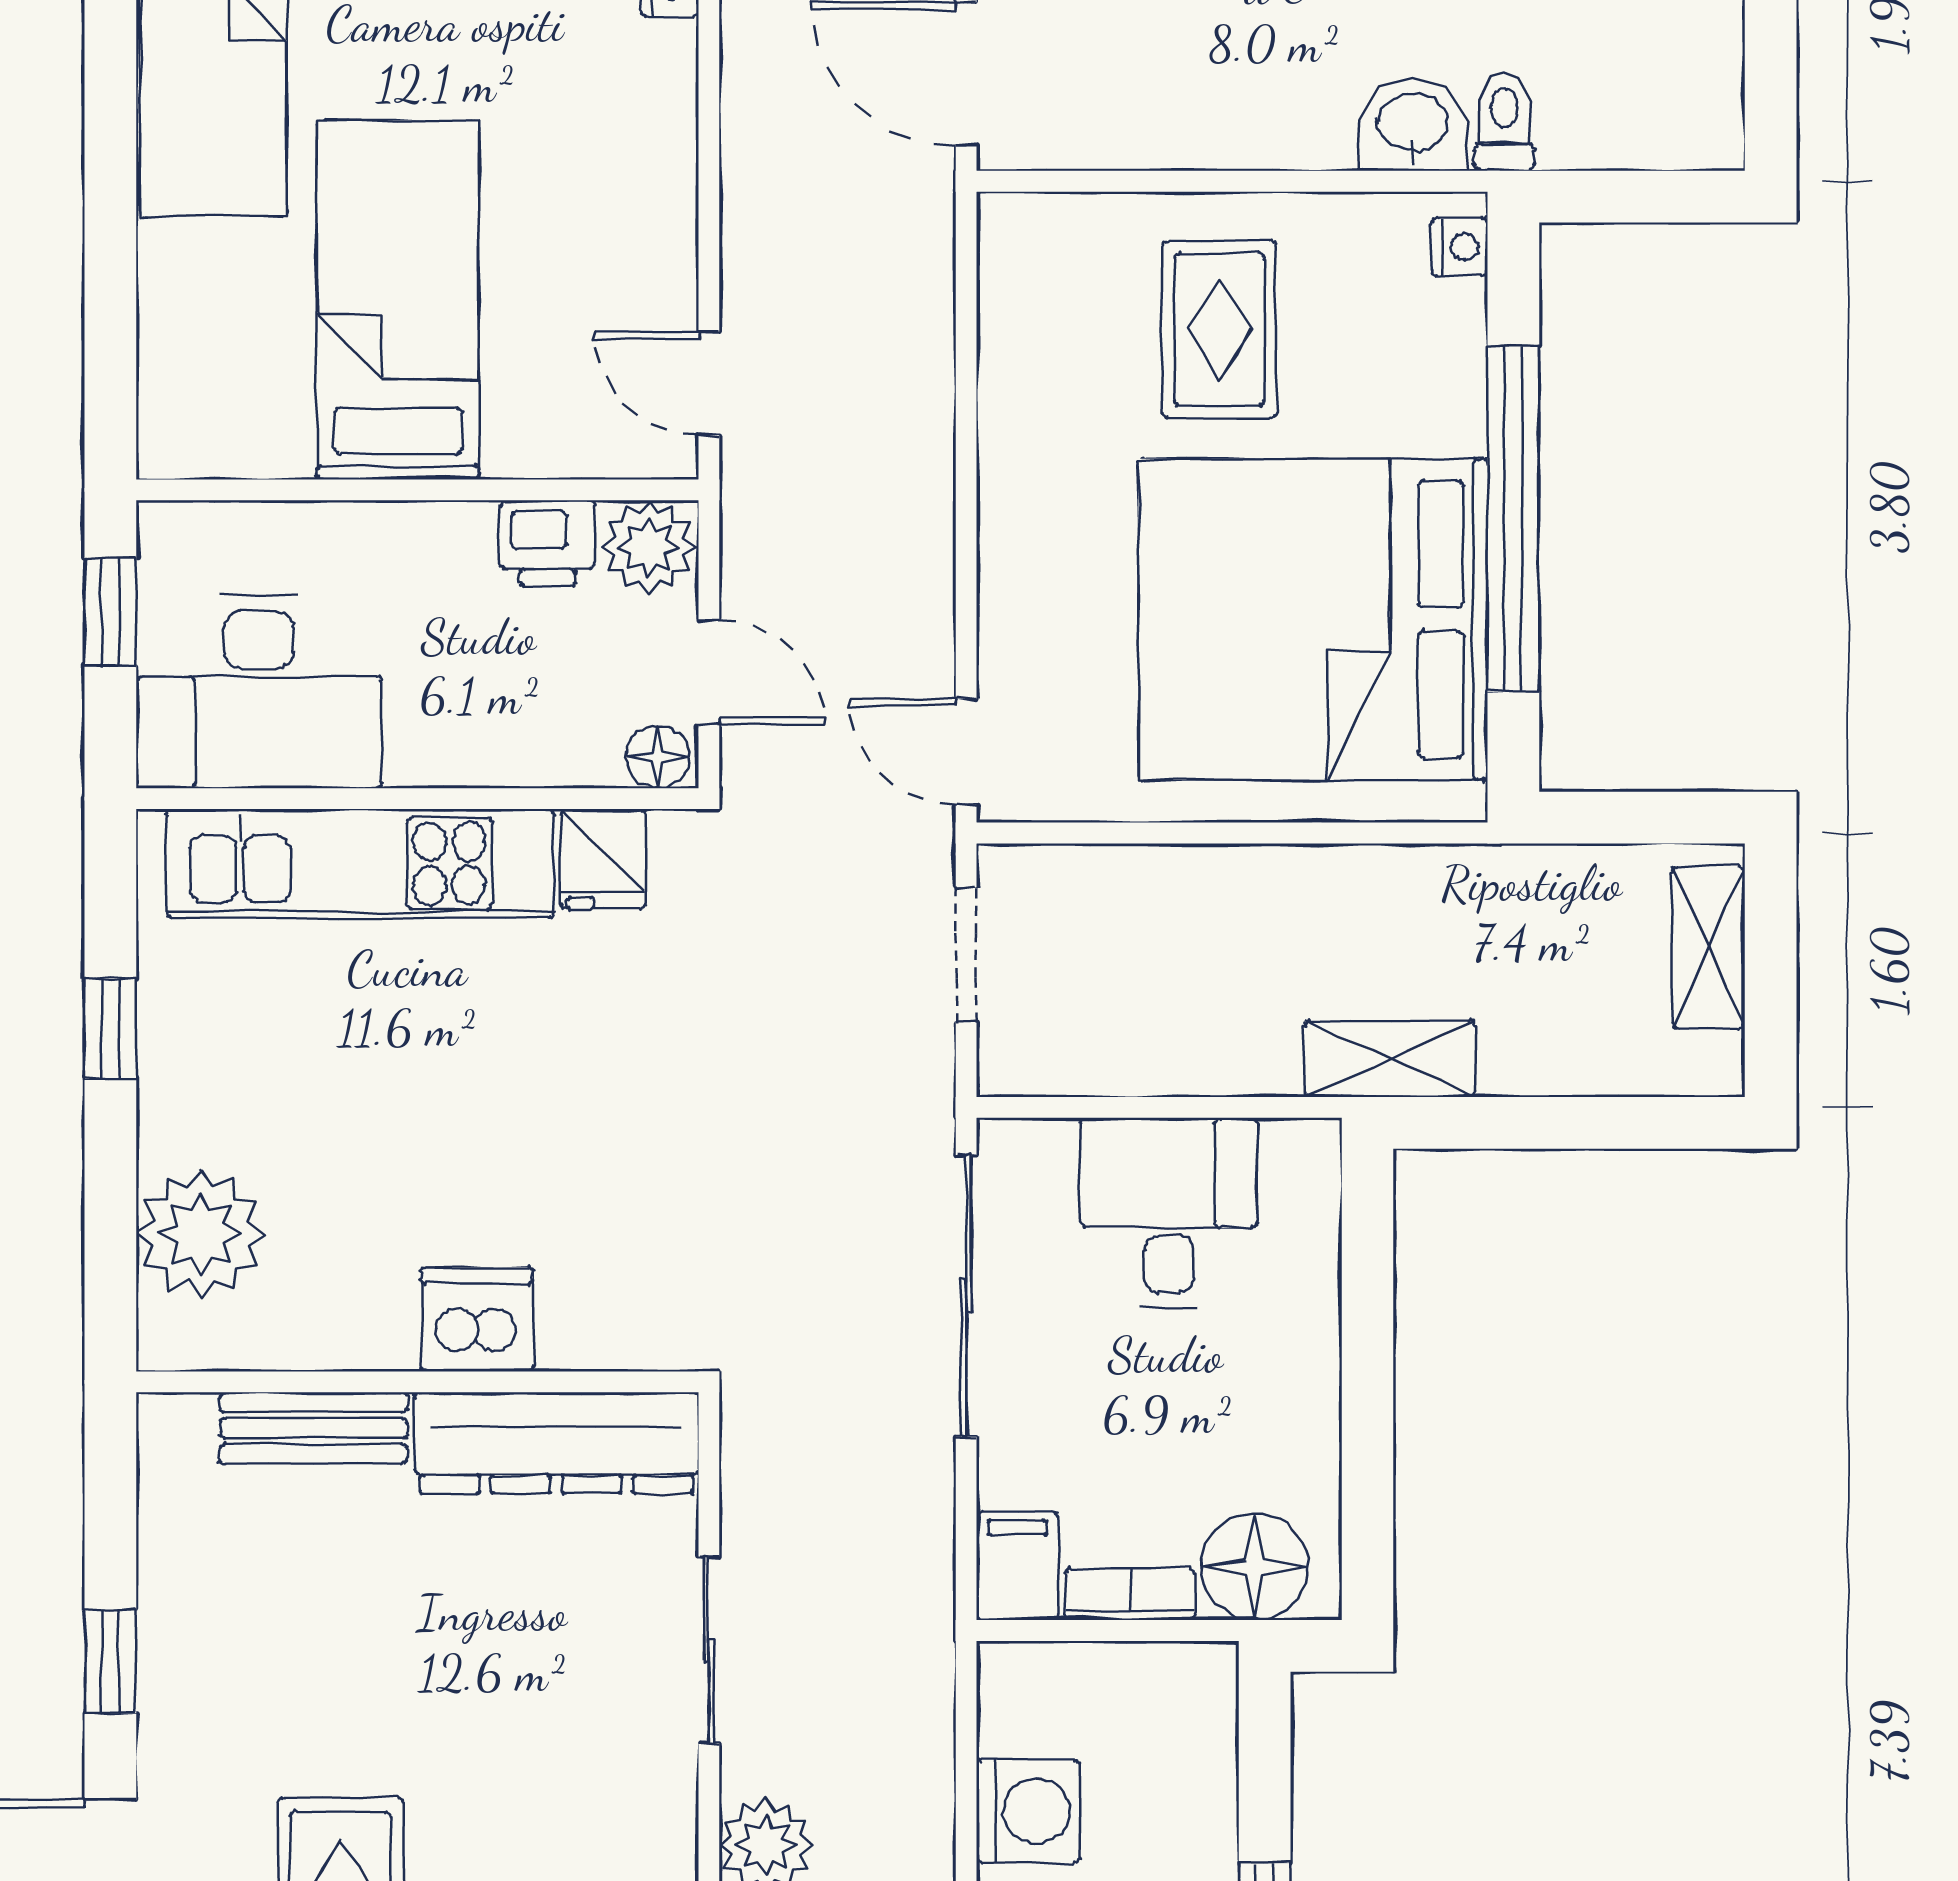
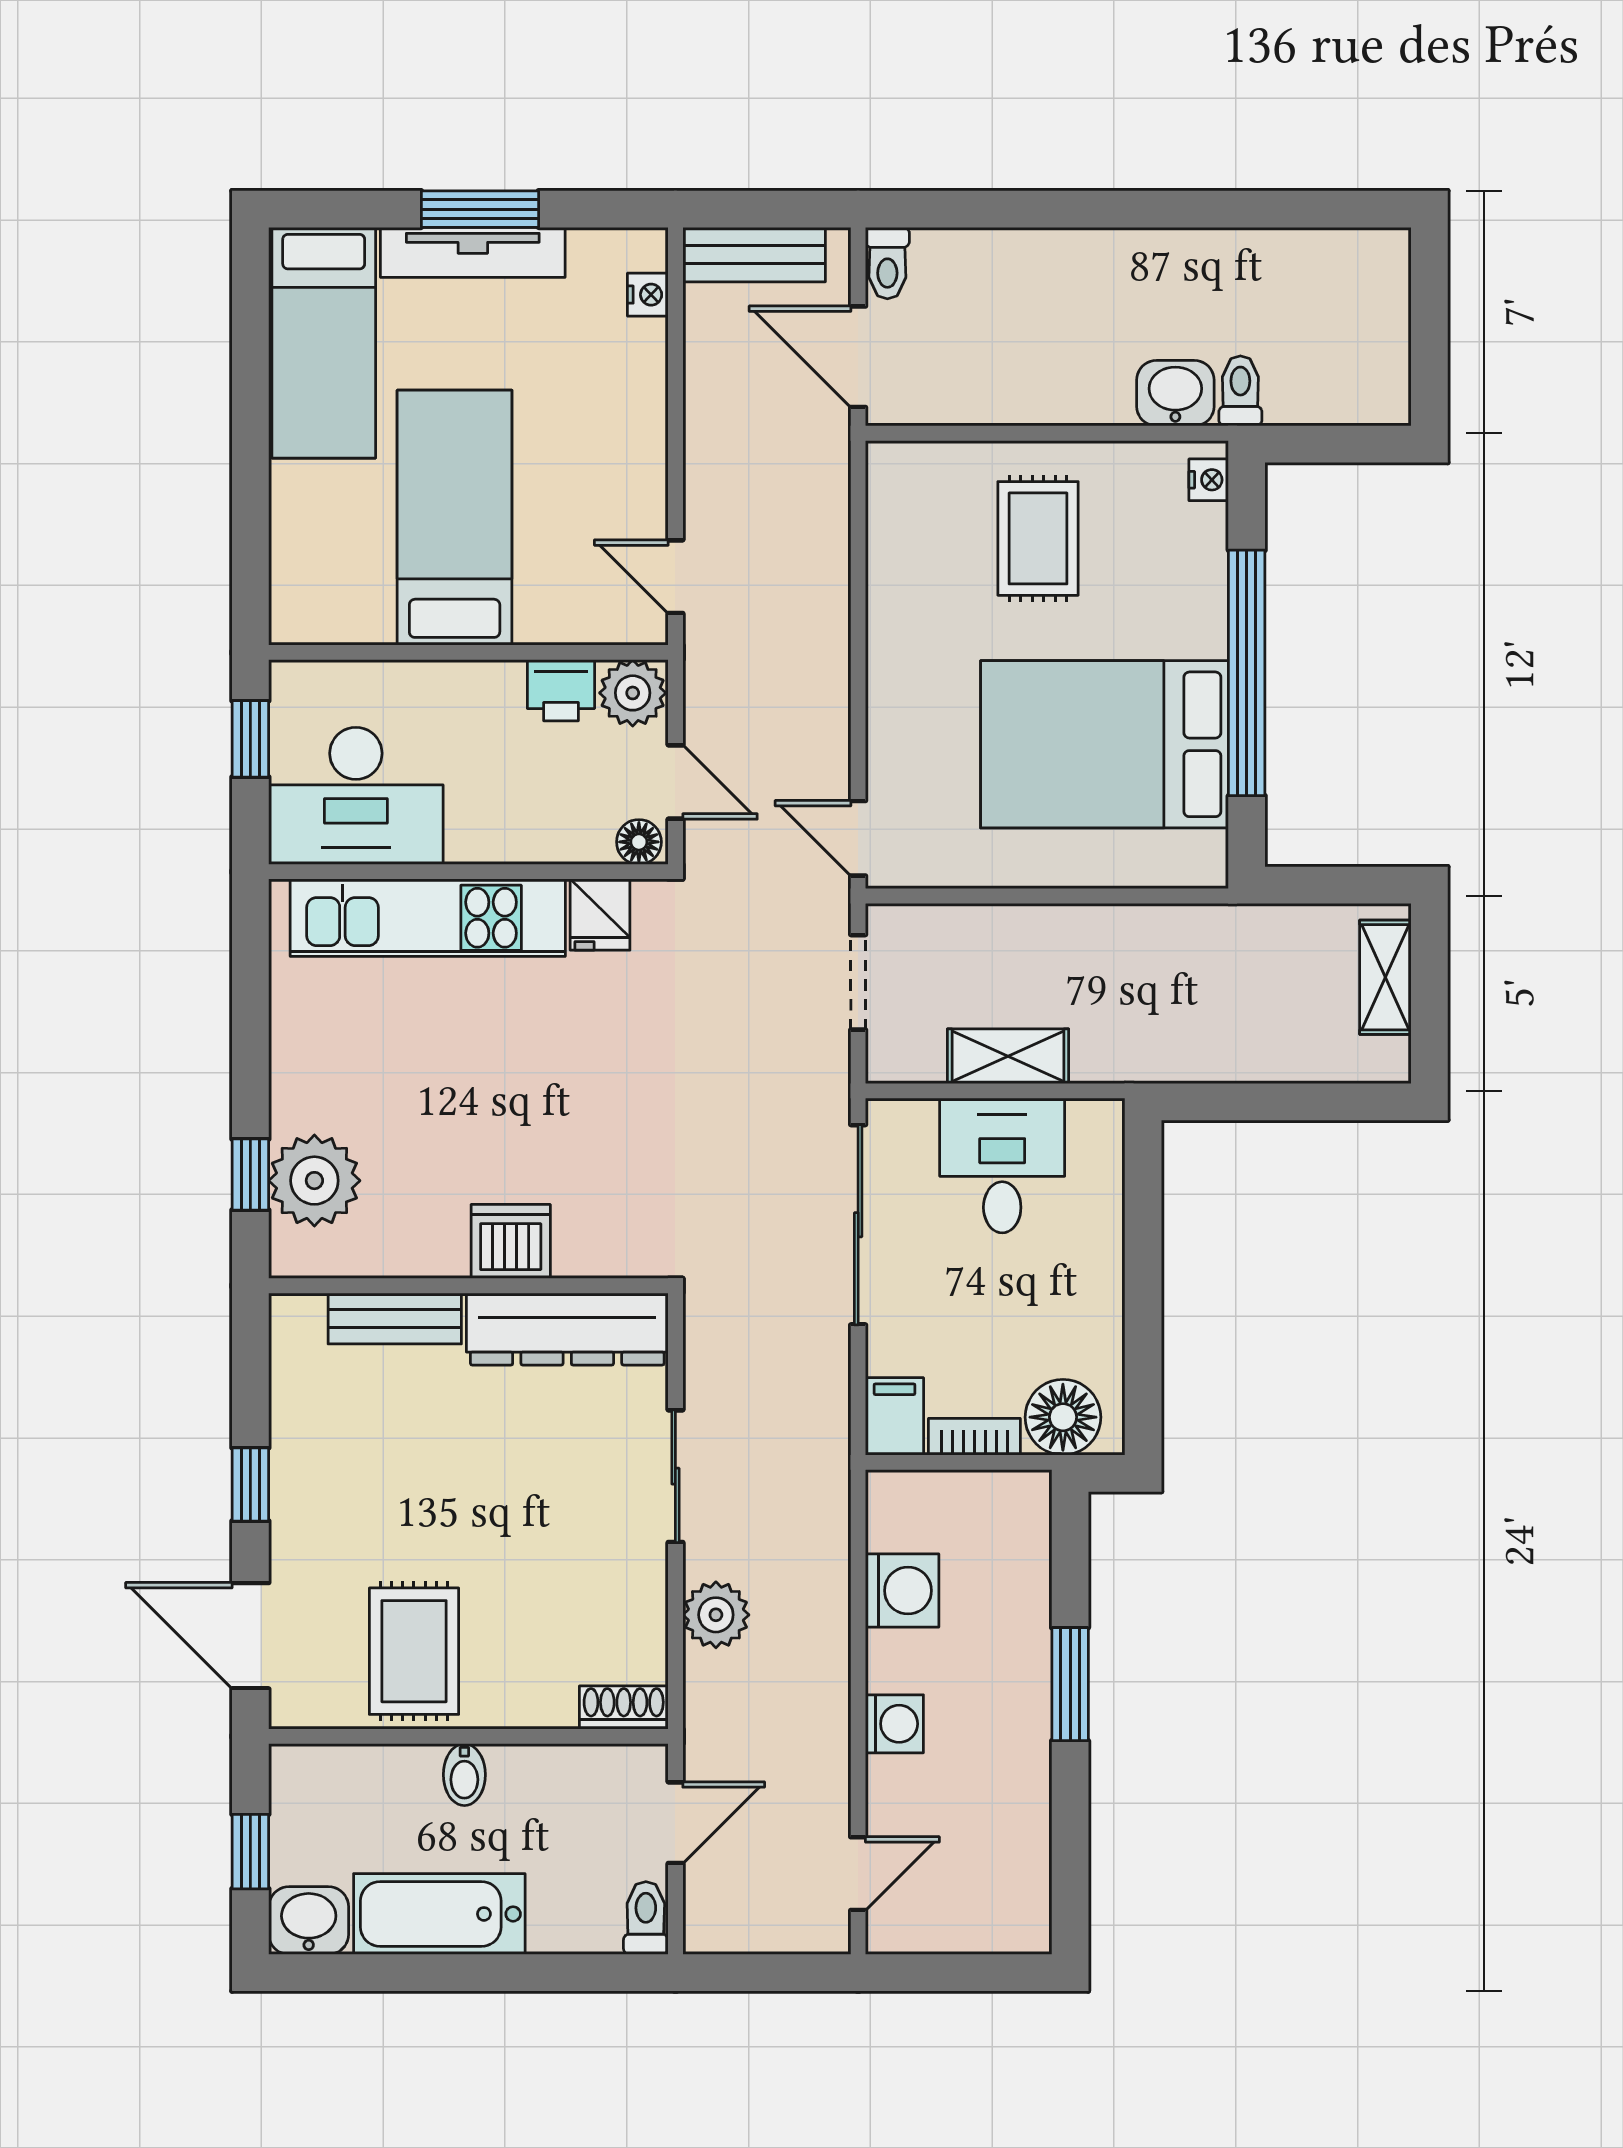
bed: (1313, 619) -> (1104, 744), width x0.73
window: (110, 1029) -> (250, 1175), moved
shelving: (1390, 1059) -> (1008, 1056), moved

